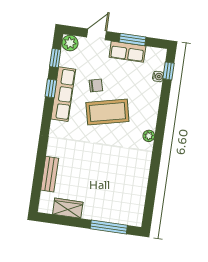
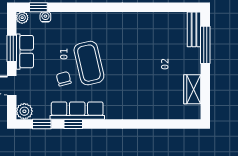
plant: (149, 136) -> (22, 18), moved
bench: (50, 174) -> (194, 29), moved, turned 90

